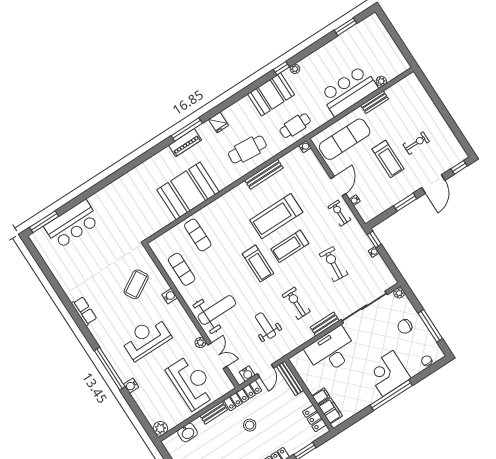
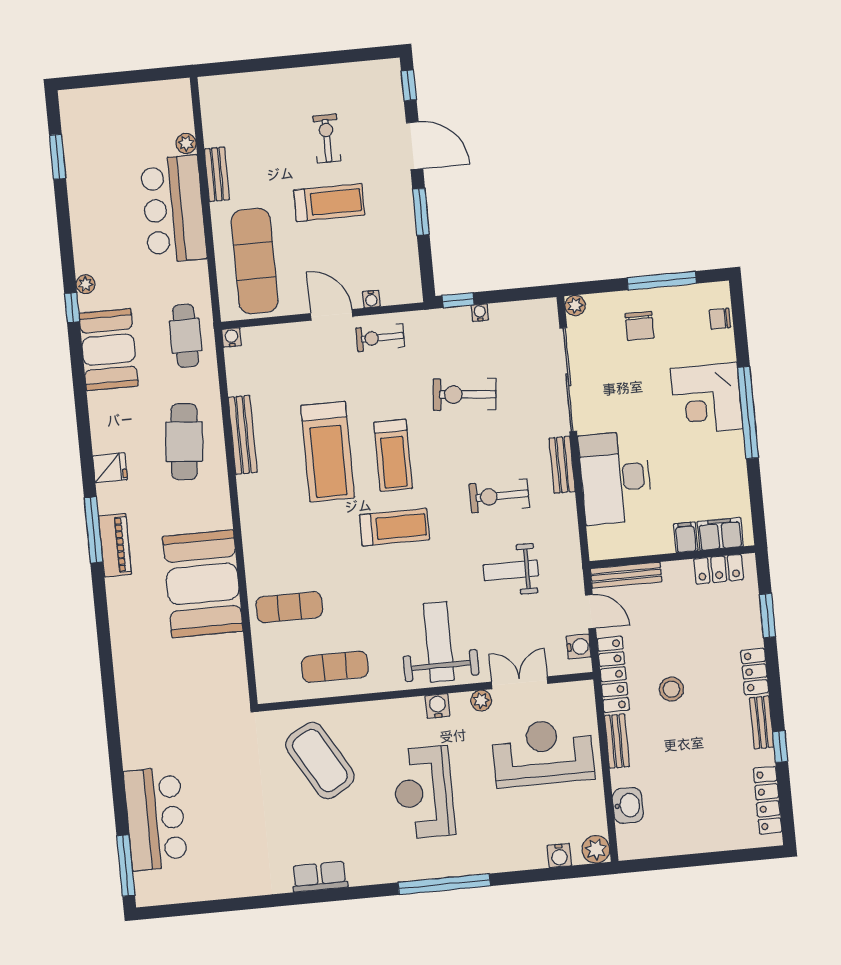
coffee table: (136, 284) -> (320, 761), width x1.36, depth x1.32
water cooler: (170, 296) -> (437, 706), moved
water cooler: (131, 386) -> (559, 856), moved

